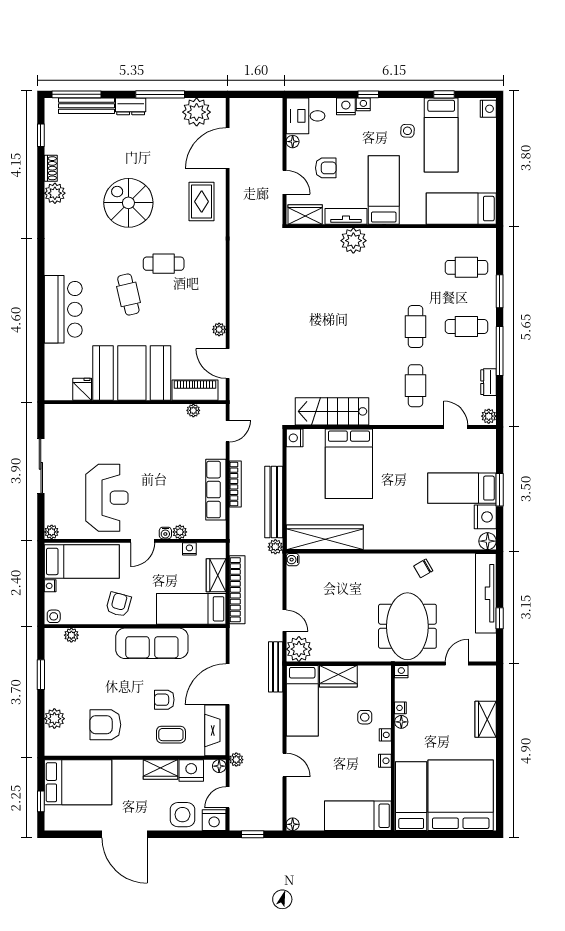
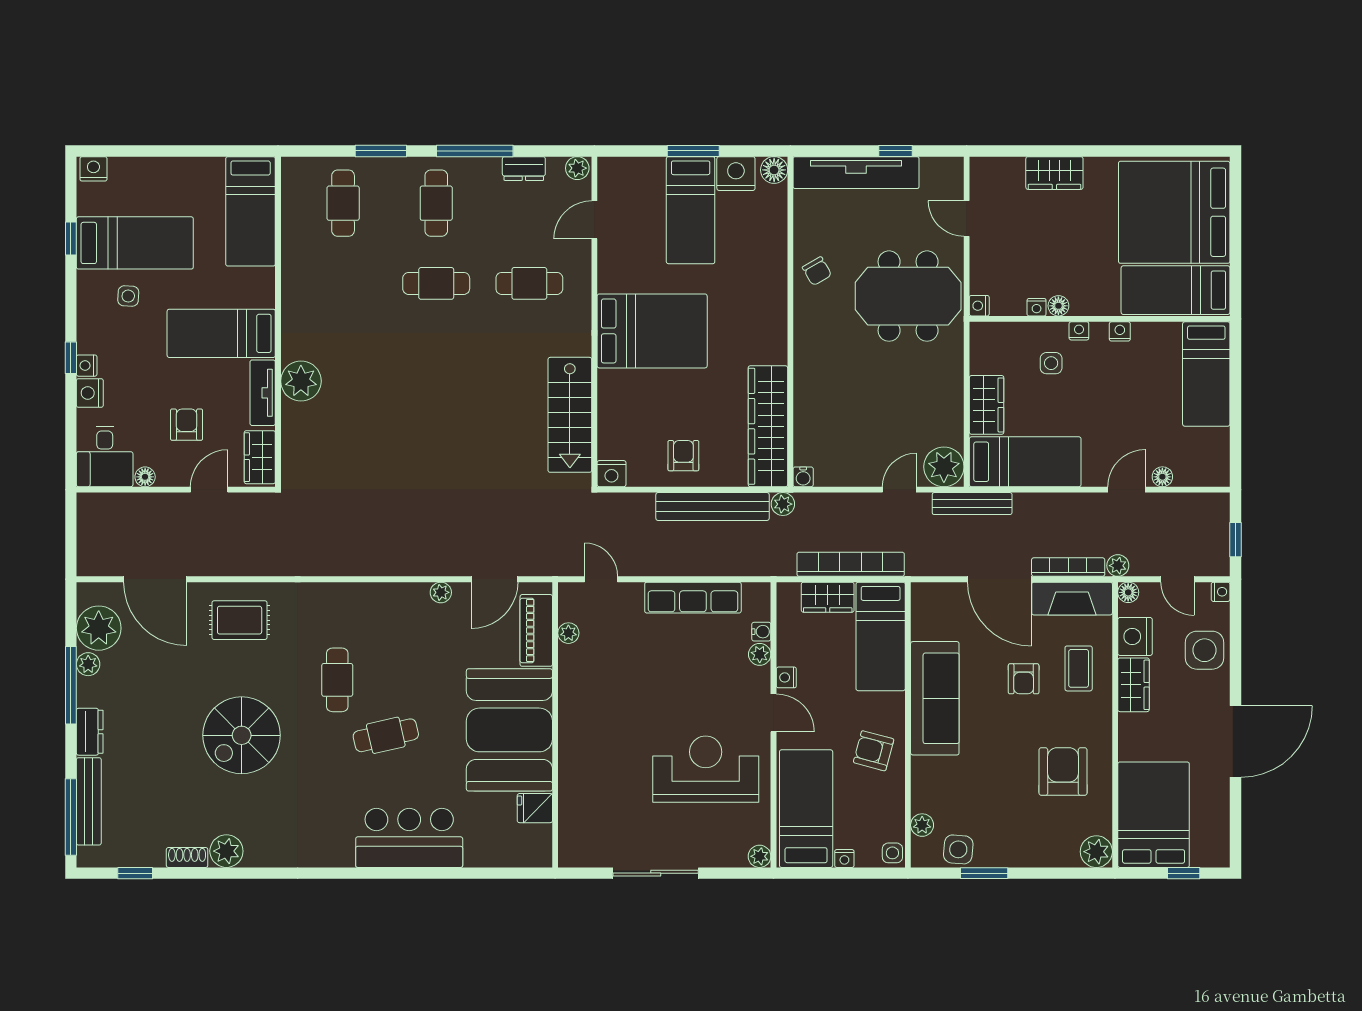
plant: (174, 105) -> (88, 664), added
bed: (349, 464) -> (652, 331), moved
bookcase: (235, 484) -> (1068, 567), moved
armchair: (306, 484) -> (683, 456), added
water cooler: (165, 533) -> (761, 632), moved
nightstand: (189, 549) -> (786, 677), moved
side table: (56, 658) -> (958, 849), added
plant: (54, 719) -> (1096, 852), moved
armchair: (105, 725) -> (1063, 772), turned 180
nightstand: (214, 820) -> (1221, 592), width x0.53, depth x0.56
floor lamp: (293, 824) -> (1162, 477), moved

